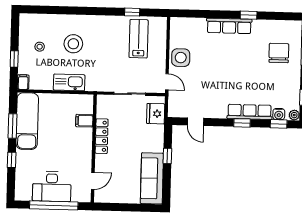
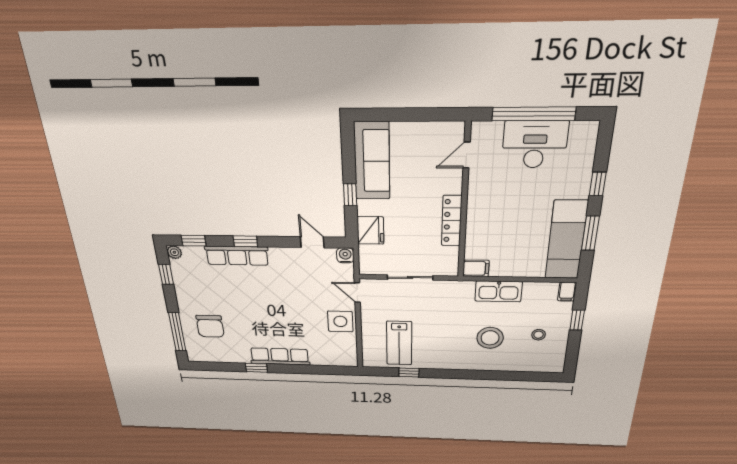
fridge: (156, 114) -> (370, 230), moved
water cooler: (279, 114) -> (345, 255), moved
filing cabinet: (84, 121) -> (476, 268), moved

